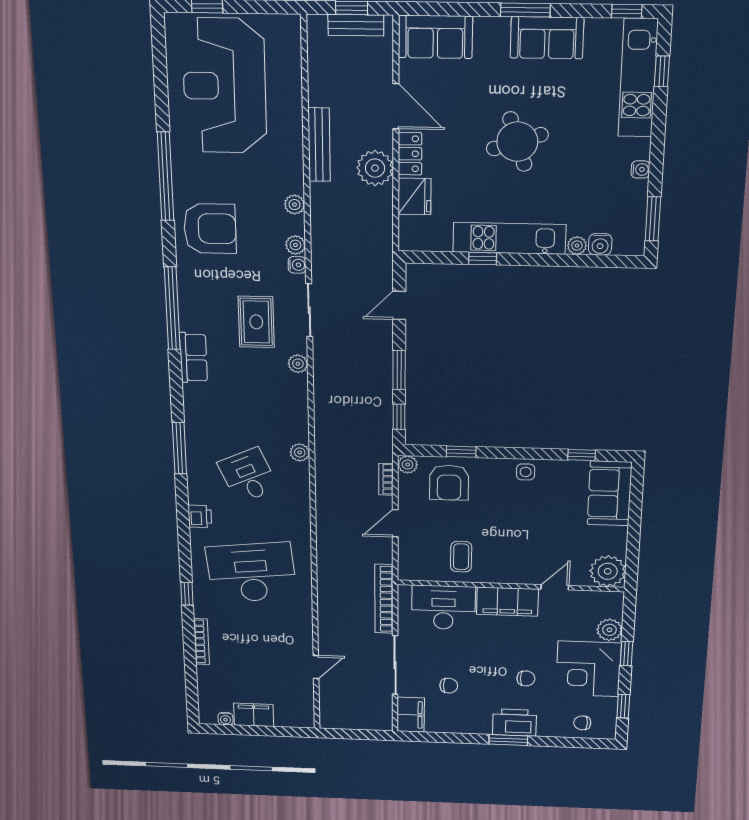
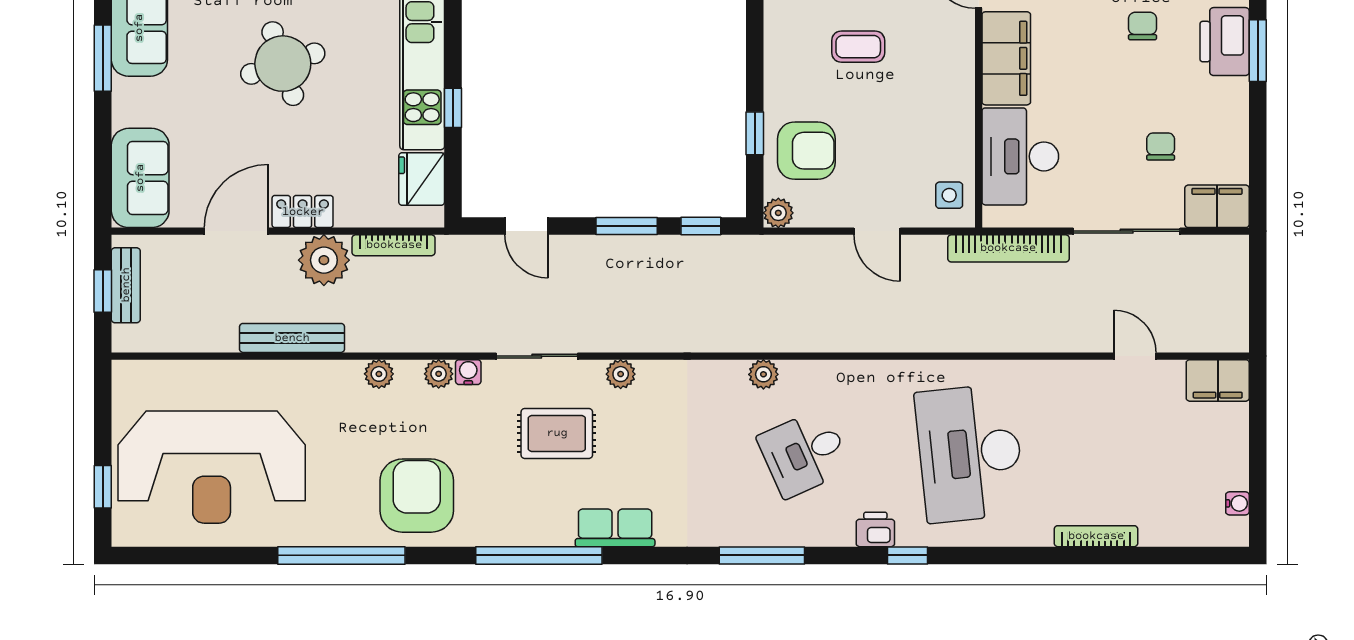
fridge: (414, 196) -> (422, 179), moved, turned -90
side table: (526, 472) -> (949, 195), moved
bookcase: (386, 479) -> (394, 245), moved, width x1.56
coffee table: (461, 557) -> (858, 47), moved
window: (187, 594) -> (908, 555), moved
filing cabinet: (254, 715) -> (1218, 380), moved, turned -90

